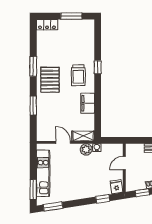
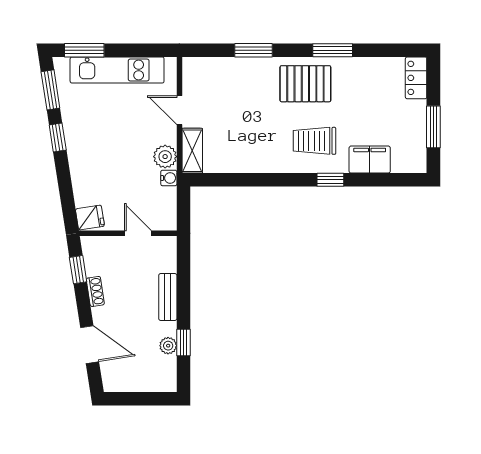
filing cabinet: (88, 103) -> (370, 160), moved
door: (63, 142) -> (179, 110), swing flipped
window: (103, 199) -> (58, 137), moved

